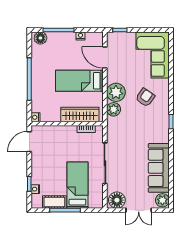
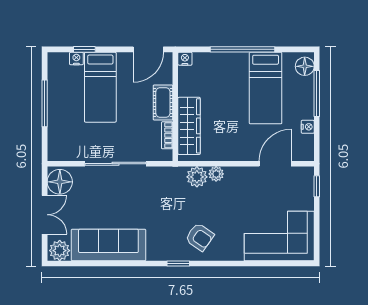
bed: (79, 81) -> (266, 88), moved, turned 180
plant: (116, 92) -> (216, 174), width x0.53, depth x0.53
armchair: (145, 97) -> (200, 237), moved
door: (29, 142) -> (148, 49), swing flipped
bed: (77, 185) -> (100, 87), moved, turned 90
cot: (54, 202) -> (163, 102), moved
double door: (139, 210) -> (45, 215), swing flipped

